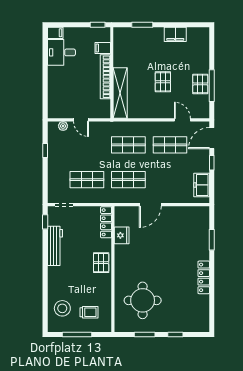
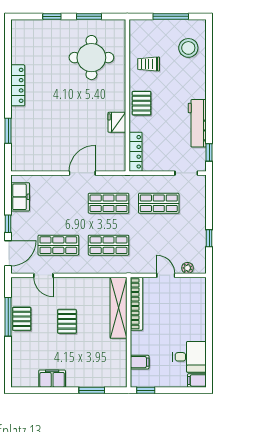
bookcase: (105, 77) -> (136, 304), moved
fridge: (122, 235) -> (117, 122), moved
trolley: (89, 312) -> (149, 64), moved

